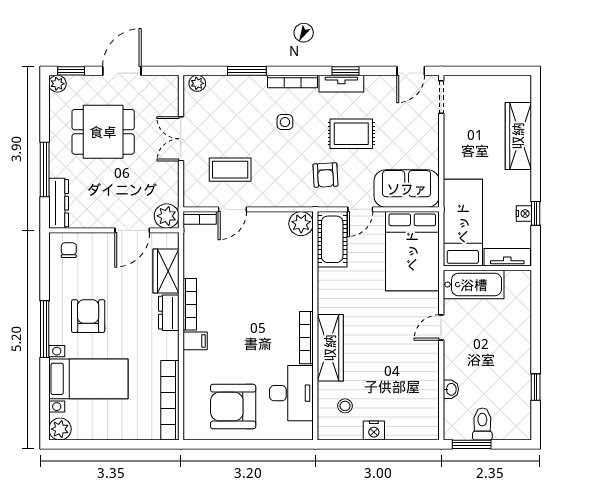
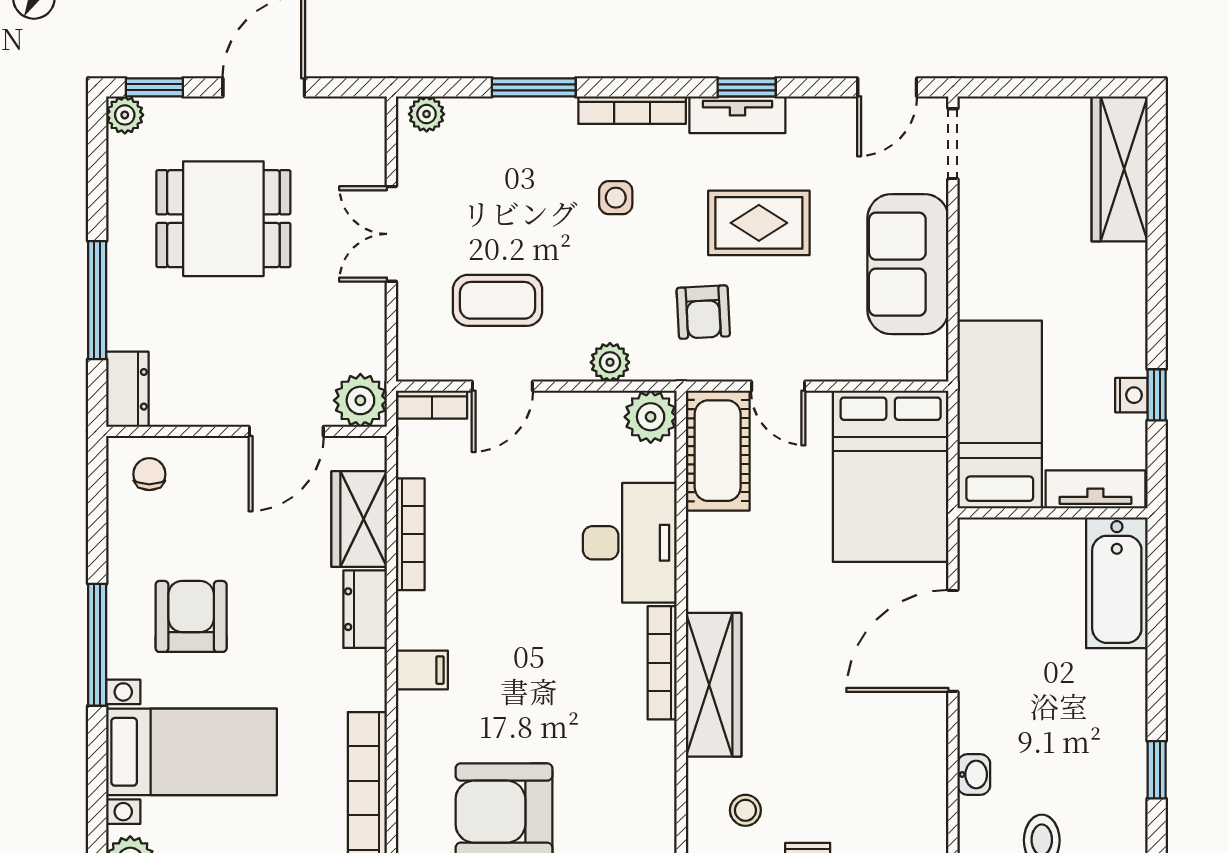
wardrobe: (518, 136) -> (1120, 169), moved
sofa: (407, 189) -> (908, 264), moved, turned -90
plant: (282, 198) -> (610, 362), added
dresser: (59, 203) -> (127, 389), width x0.70
door: (360, 209) -> (778, 386), hinge flipped
bathtub: (474, 285) -> (1117, 583), moved, turned 90
bookcase: (190, 304) -> (410, 534), moved
door: (441, 327) -> (953, 641), width x1.87
desk: (291, 393) -> (630, 543), moved

